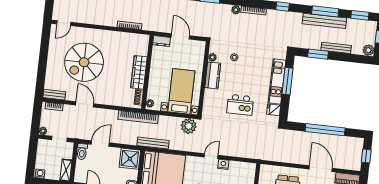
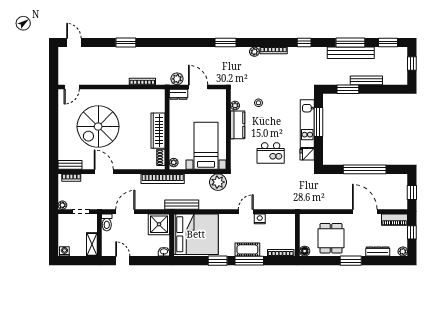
plant: (368, 50) -> (177, 79), moved

